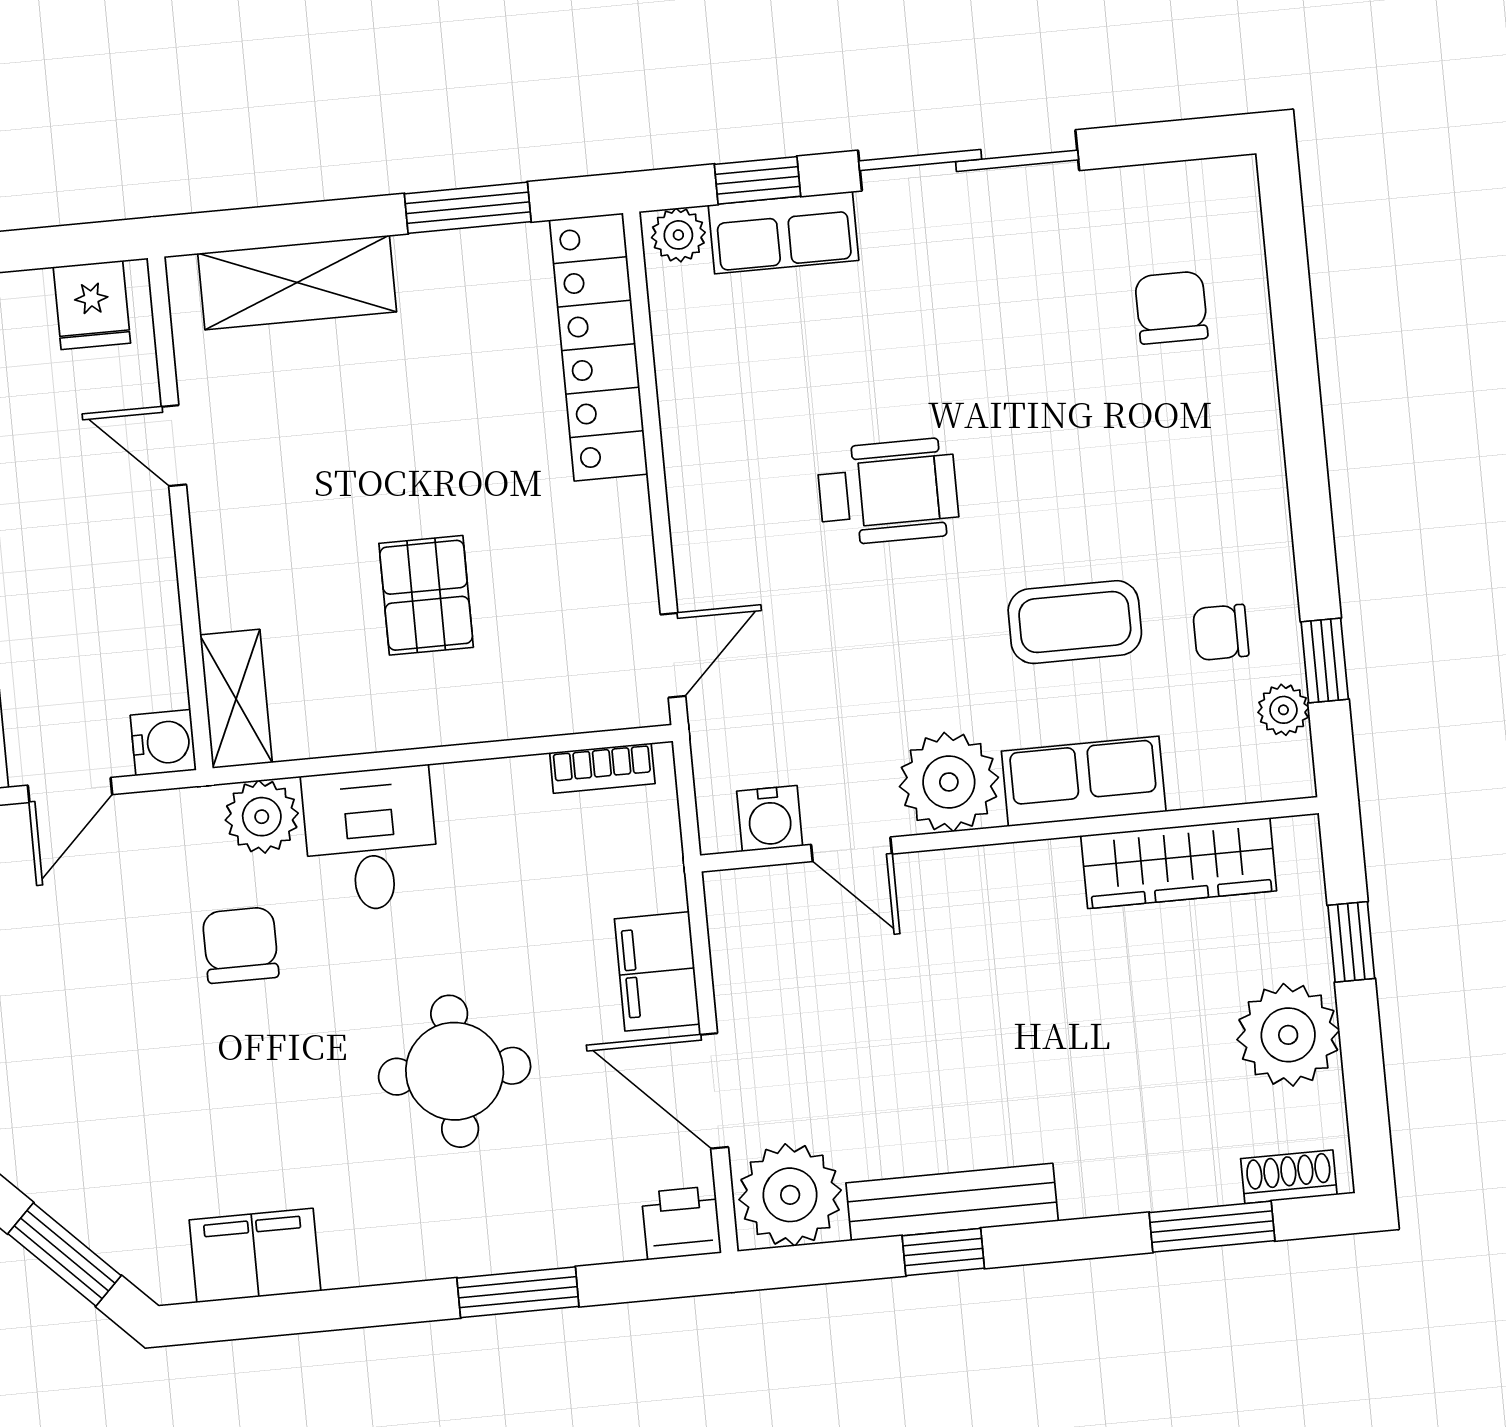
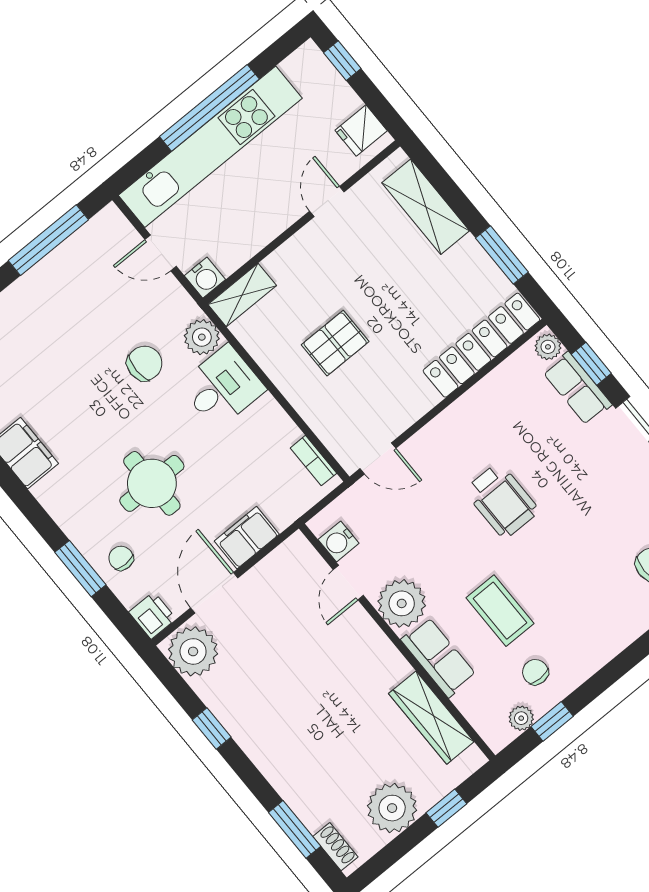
bench: (952, 1202) -> (234, 718), removed
chair: (547, 1210) -> (121, 558), added

